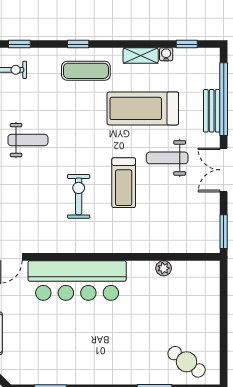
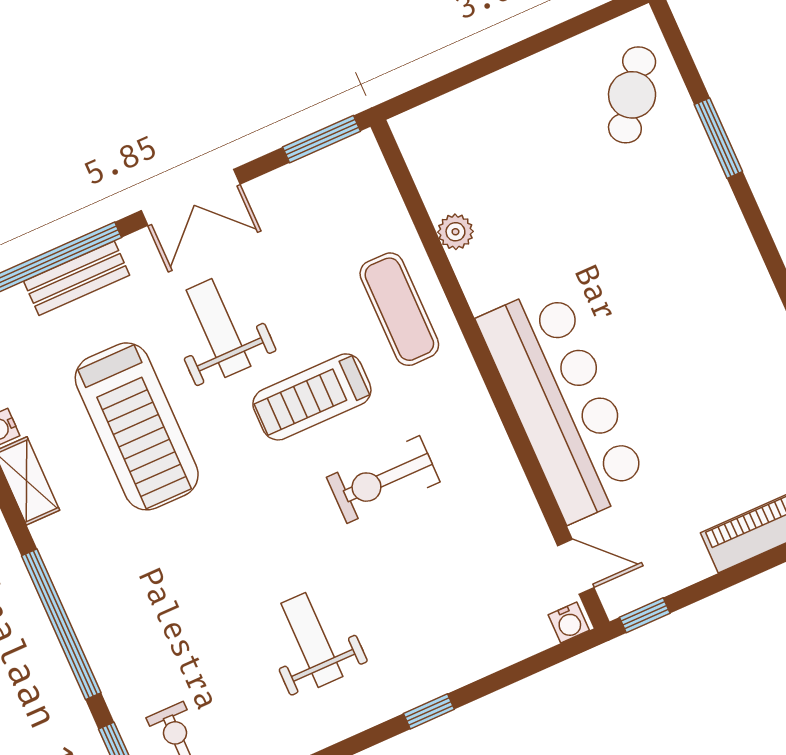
window: (78, 44) -> (61, 624), width x3.17
exercise mat: (86, 71) -> (399, 309), moved
weight bench: (167, 158) -> (218, 328), turned 180
treadmill: (124, 183) -> (312, 397), turned 180

